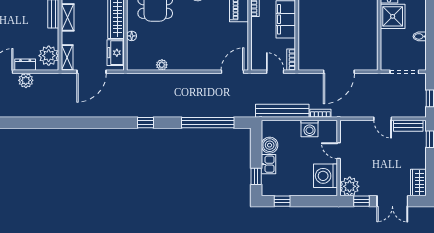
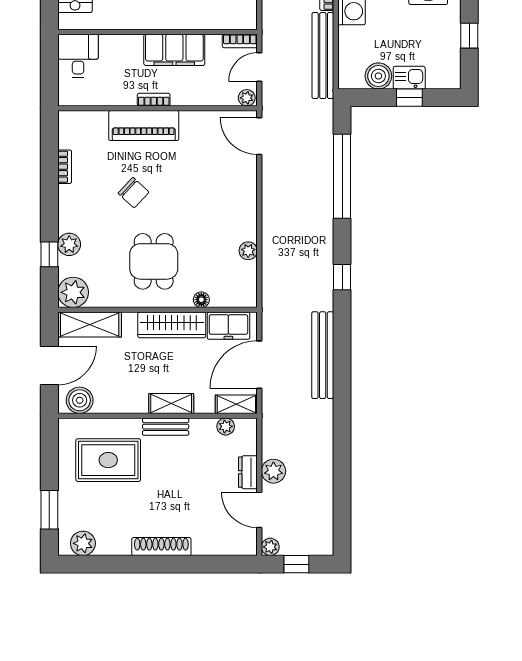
plant: (49, 56) -> (226, 426), width x0.53, depth x0.53
plant: (256, 64) -> (247, 98), added
door: (92, 72) -> (259, 365), swing flipped
bench: (97, 111) -> (323, 355), added
window: (256, 176) -> (409, 98), moved
window: (282, 201) -> (469, 36), moved

